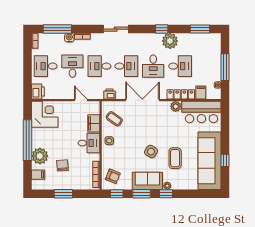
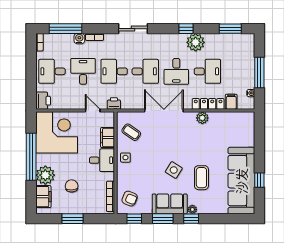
printer: (110, 94) -> (114, 103), moved
bar counter: (201, 112) -> (232, 124), removed
corner desk: (45, 114) -> (57, 132), width x1.36, depth x1.36
filing cabinet: (38, 175) -> (43, 197), width x2.00

